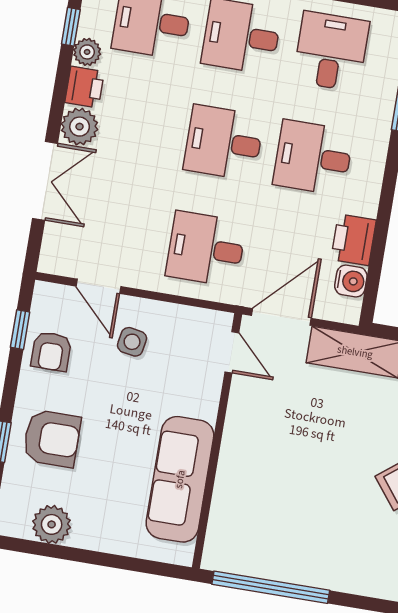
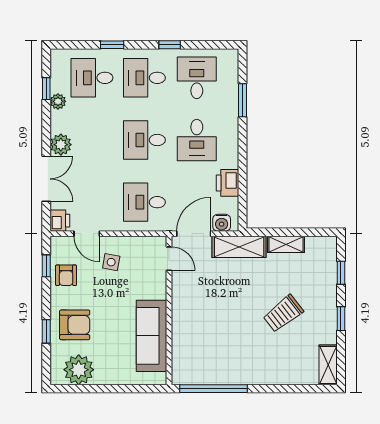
printer: (85, 87) -> (60, 221), moved
desk: (313, 158) -> (197, 140), turned -90
water cooler: (351, 281) -> (222, 223), moved, turned 90
plant: (52, 524) -> (79, 370), width x1.36, depth x1.36

